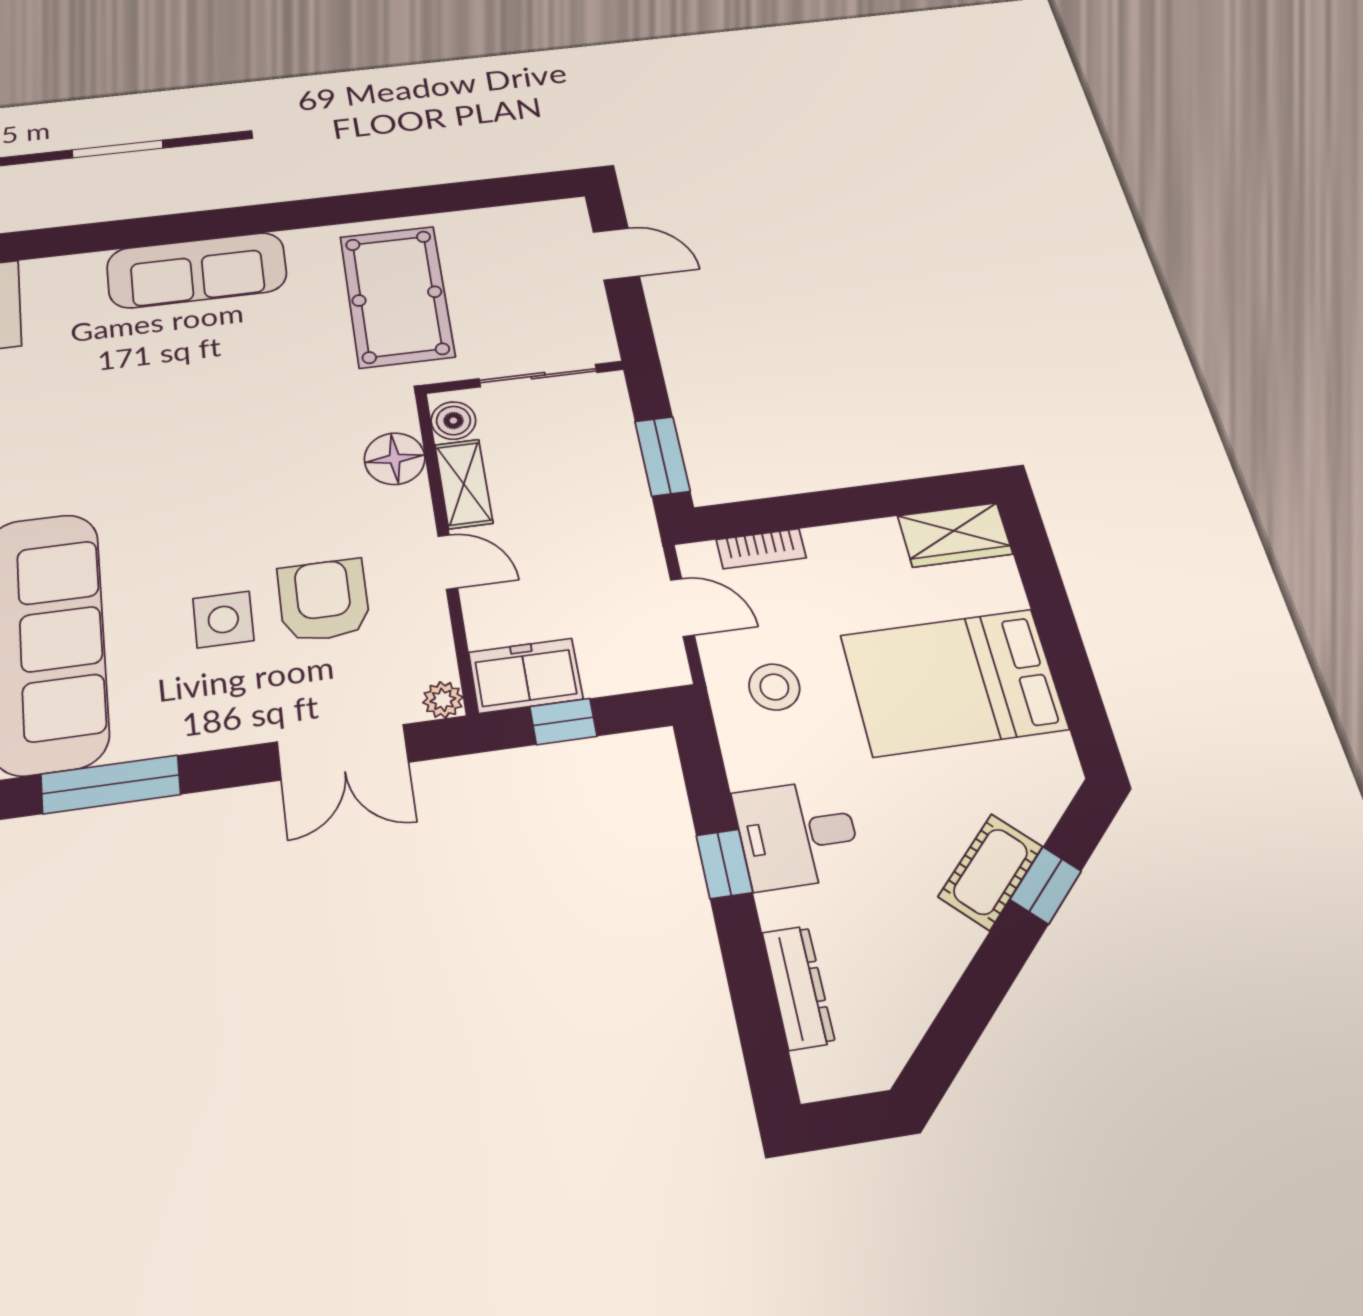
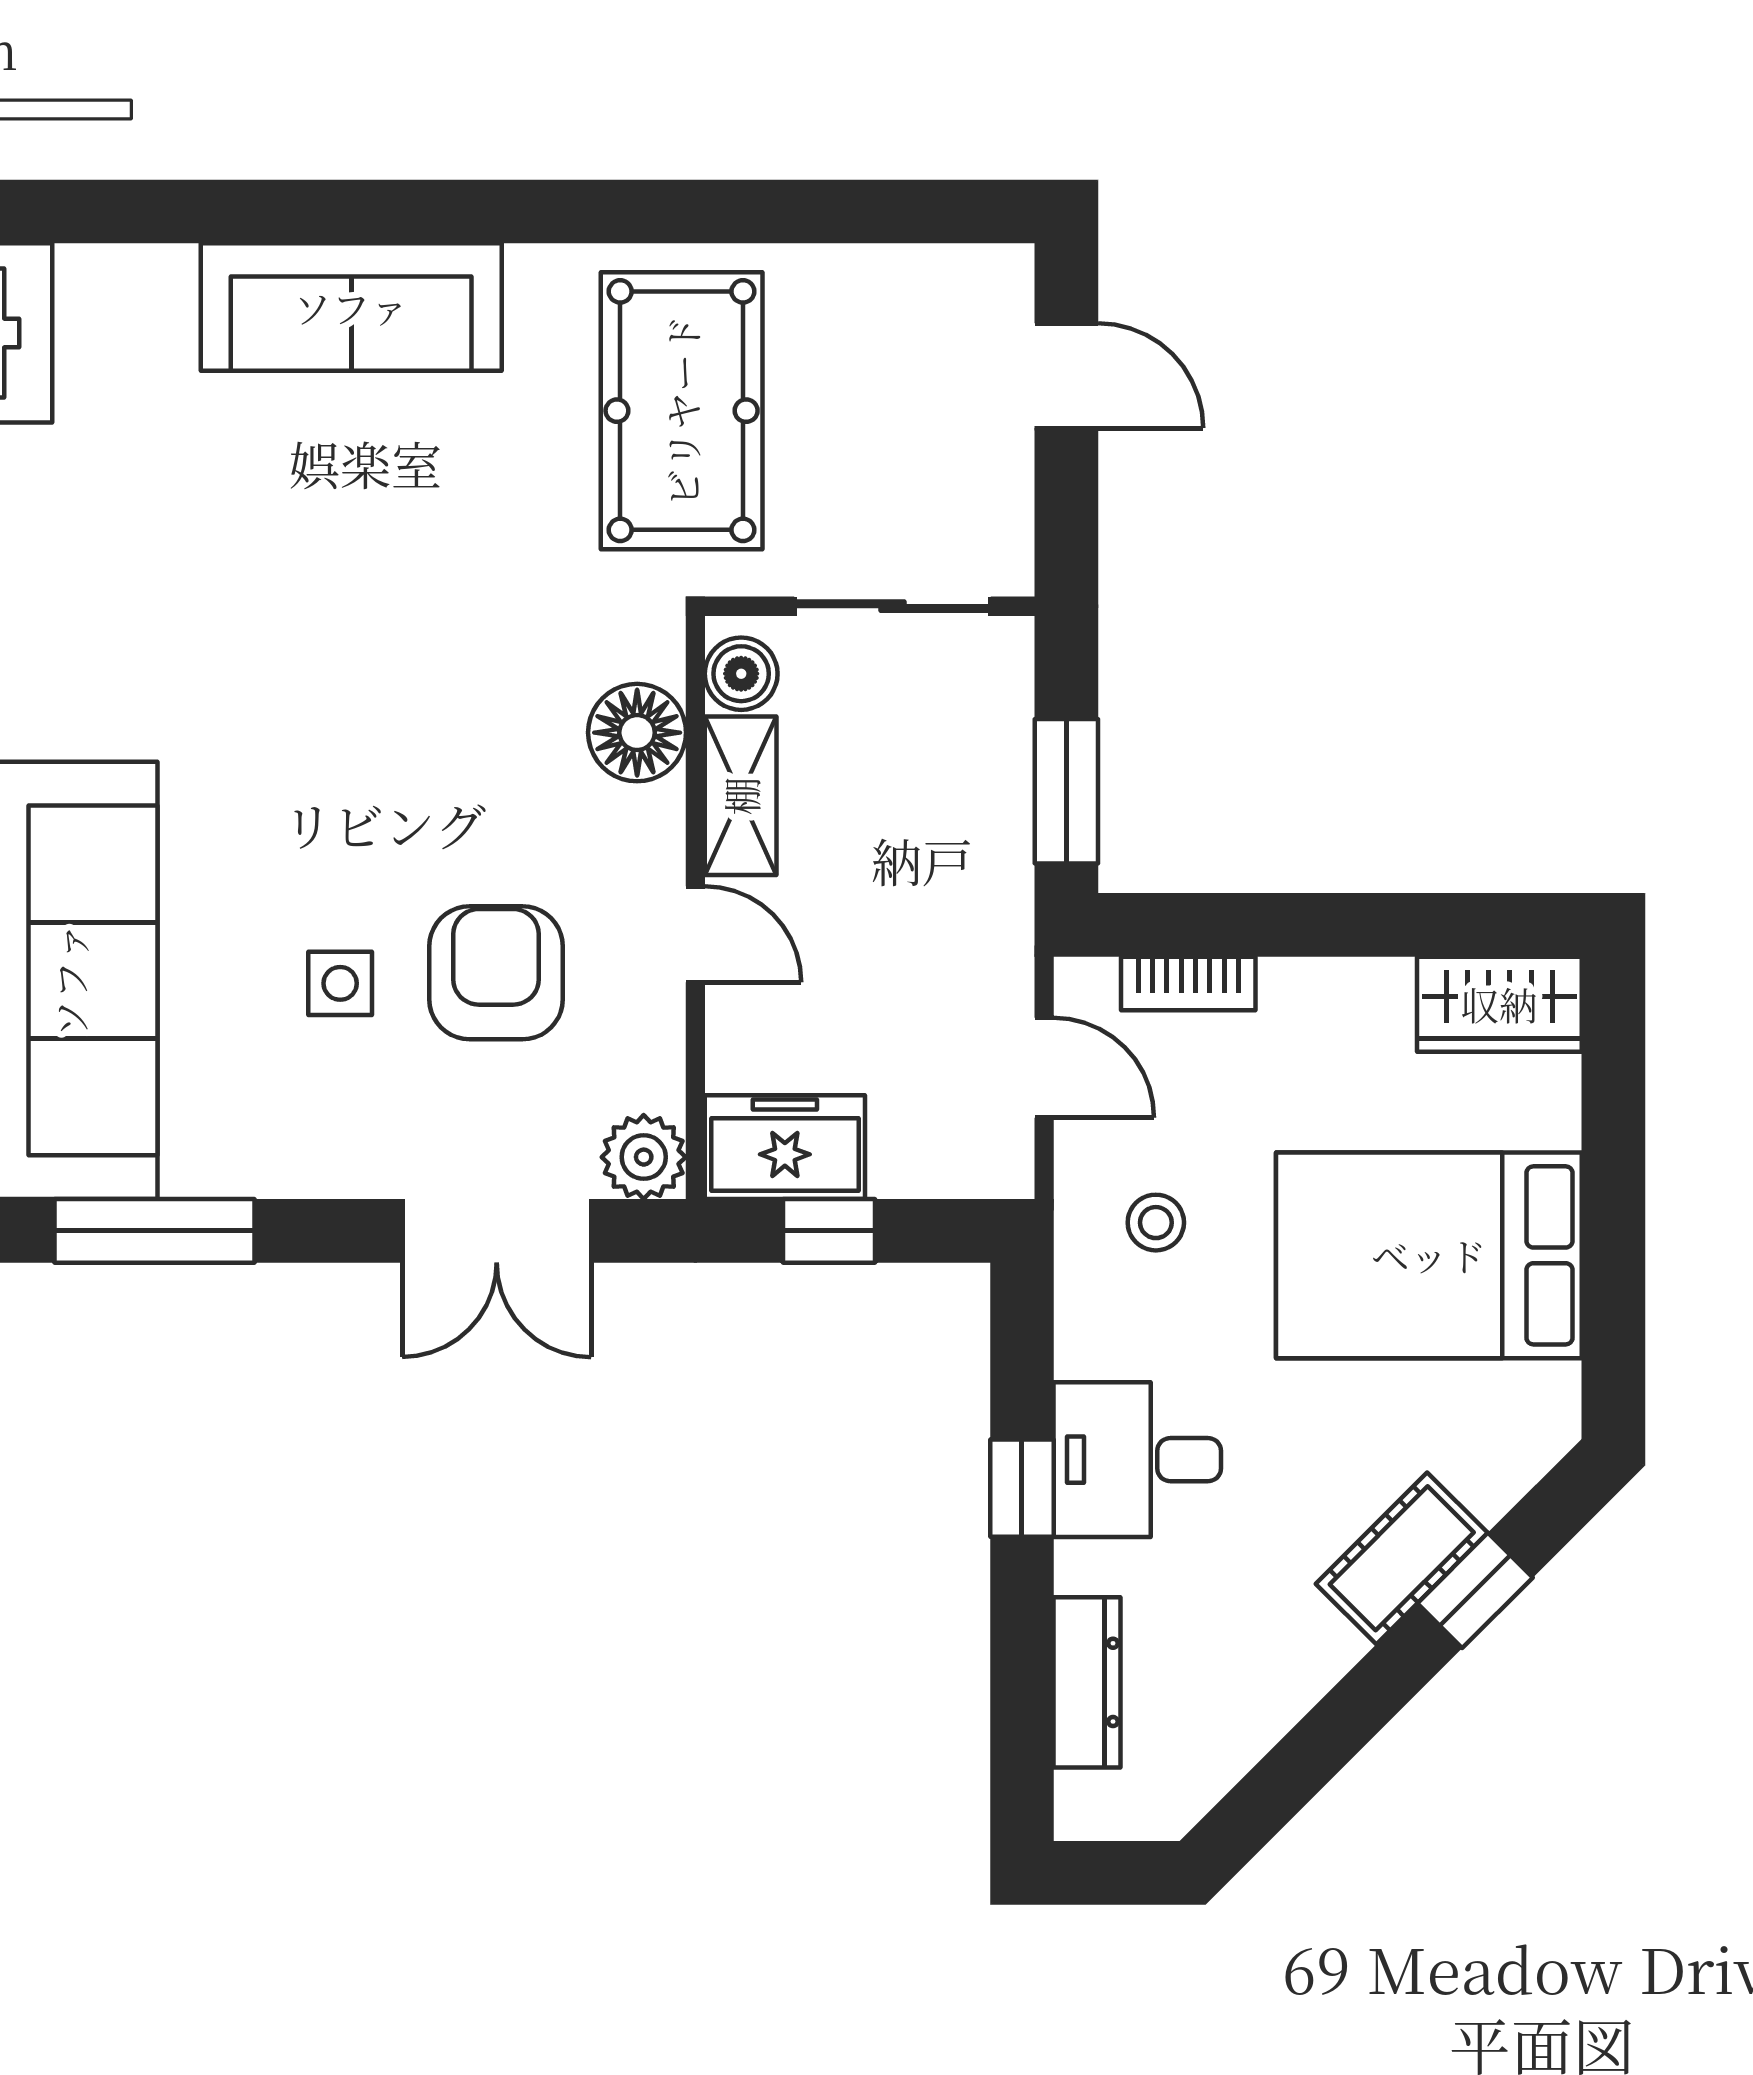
side table: (223, 619) -> (340, 983), width x0.73, depth x0.73
stool: (774, 687) -> (1156, 1223), width x0.73, depth x0.73
plant: (443, 700) -> (644, 1157), width x1.38, depth x1.38

